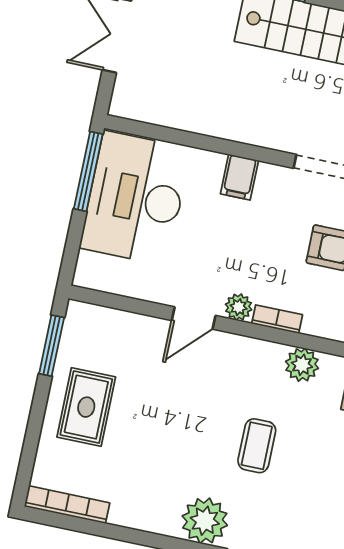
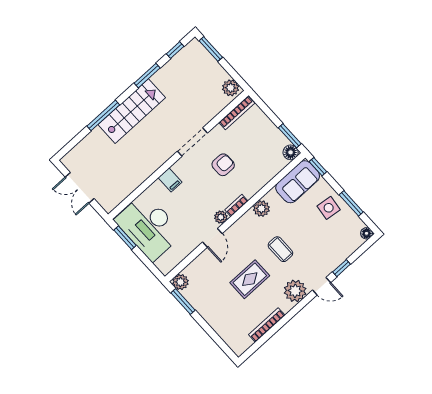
window: (88, 171) -> (125, 238), width x0.69
plant: (81, 318) -> (180, 282), added
rug: (86, 407) -> (250, 279), moved, turned 90
bookcase: (67, 505) -> (267, 325), moved

